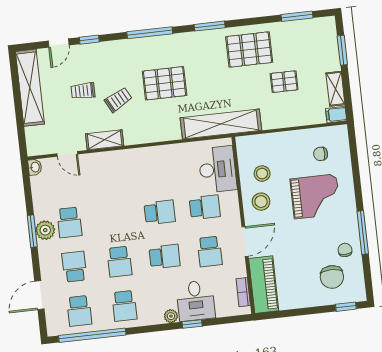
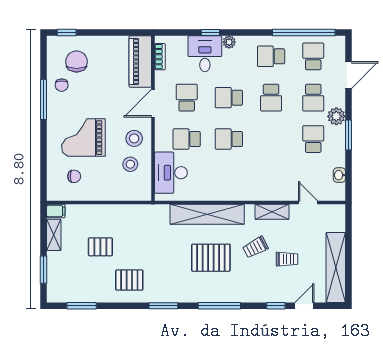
pallet: (249, 50) -> (129, 280), width x0.67, depth x0.71
shelving: (221, 124) -> (207, 214), moved
washbasin: (35, 167) -> (339, 175), moved
plant: (45, 230) -> (336, 116), moved
school desk: (119, 262) -> (271, 98), turned 180
school desk: (124, 306) -> (271, 56), turned -90

